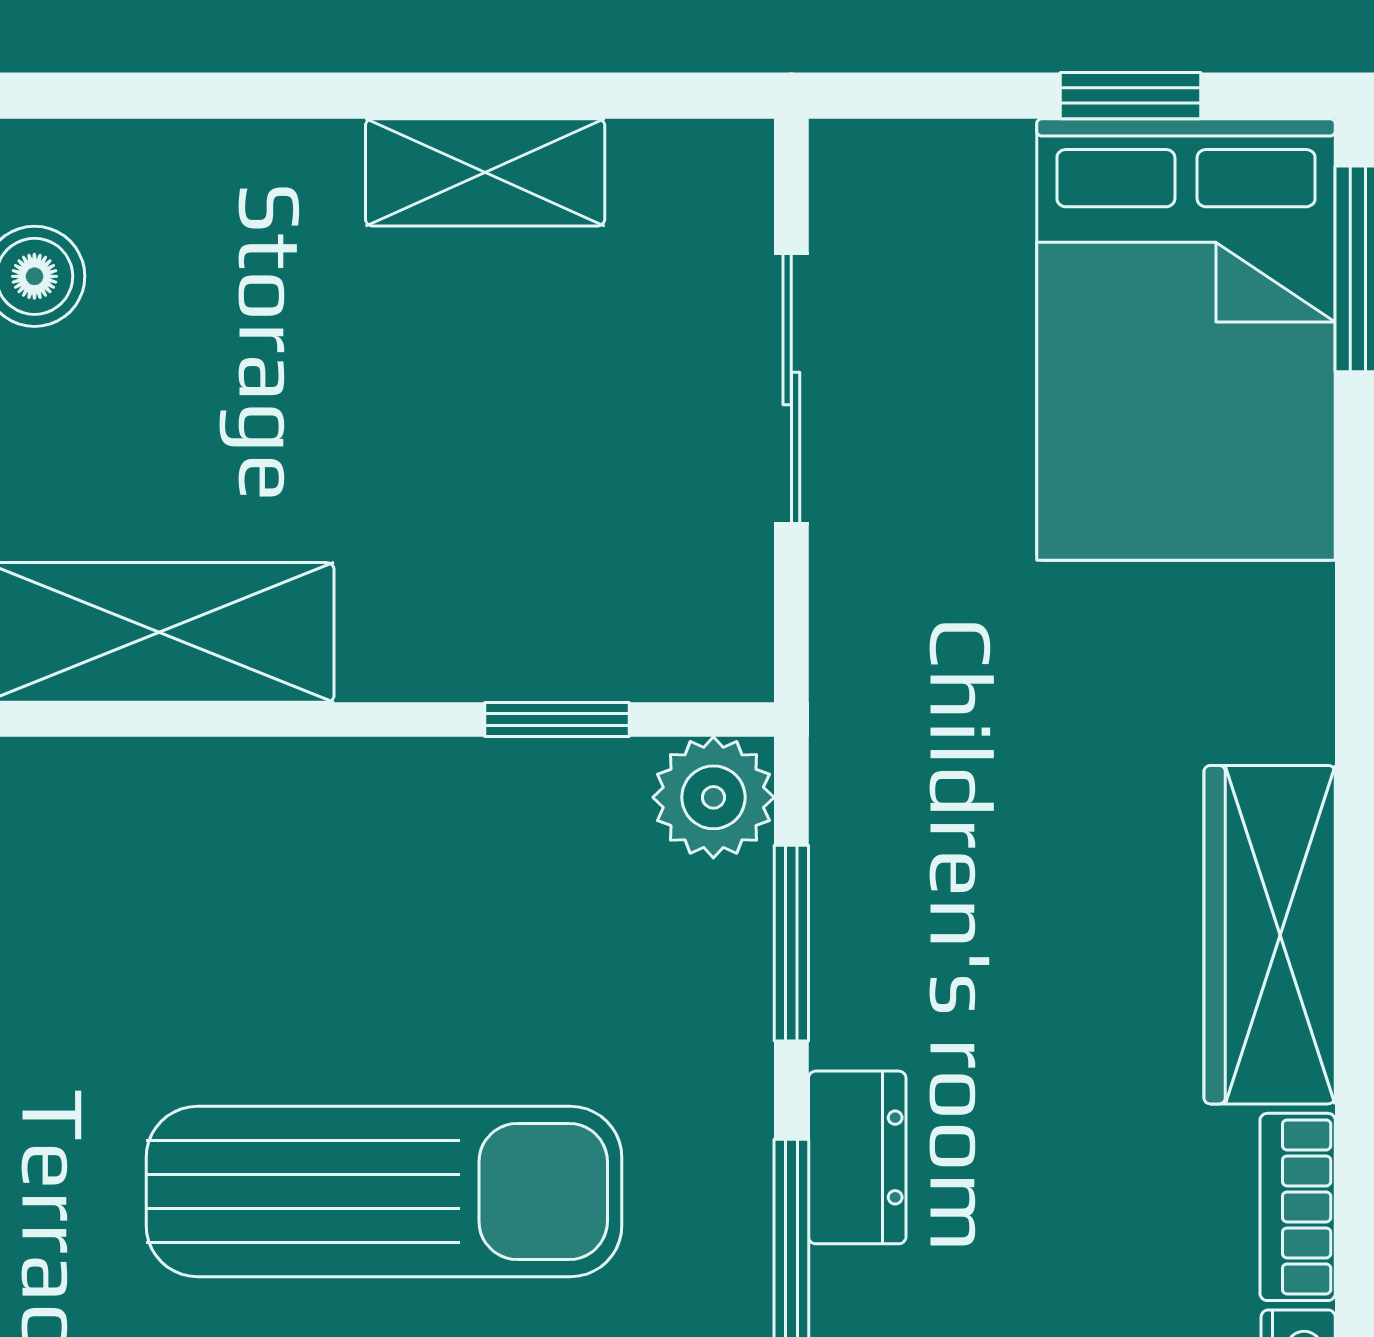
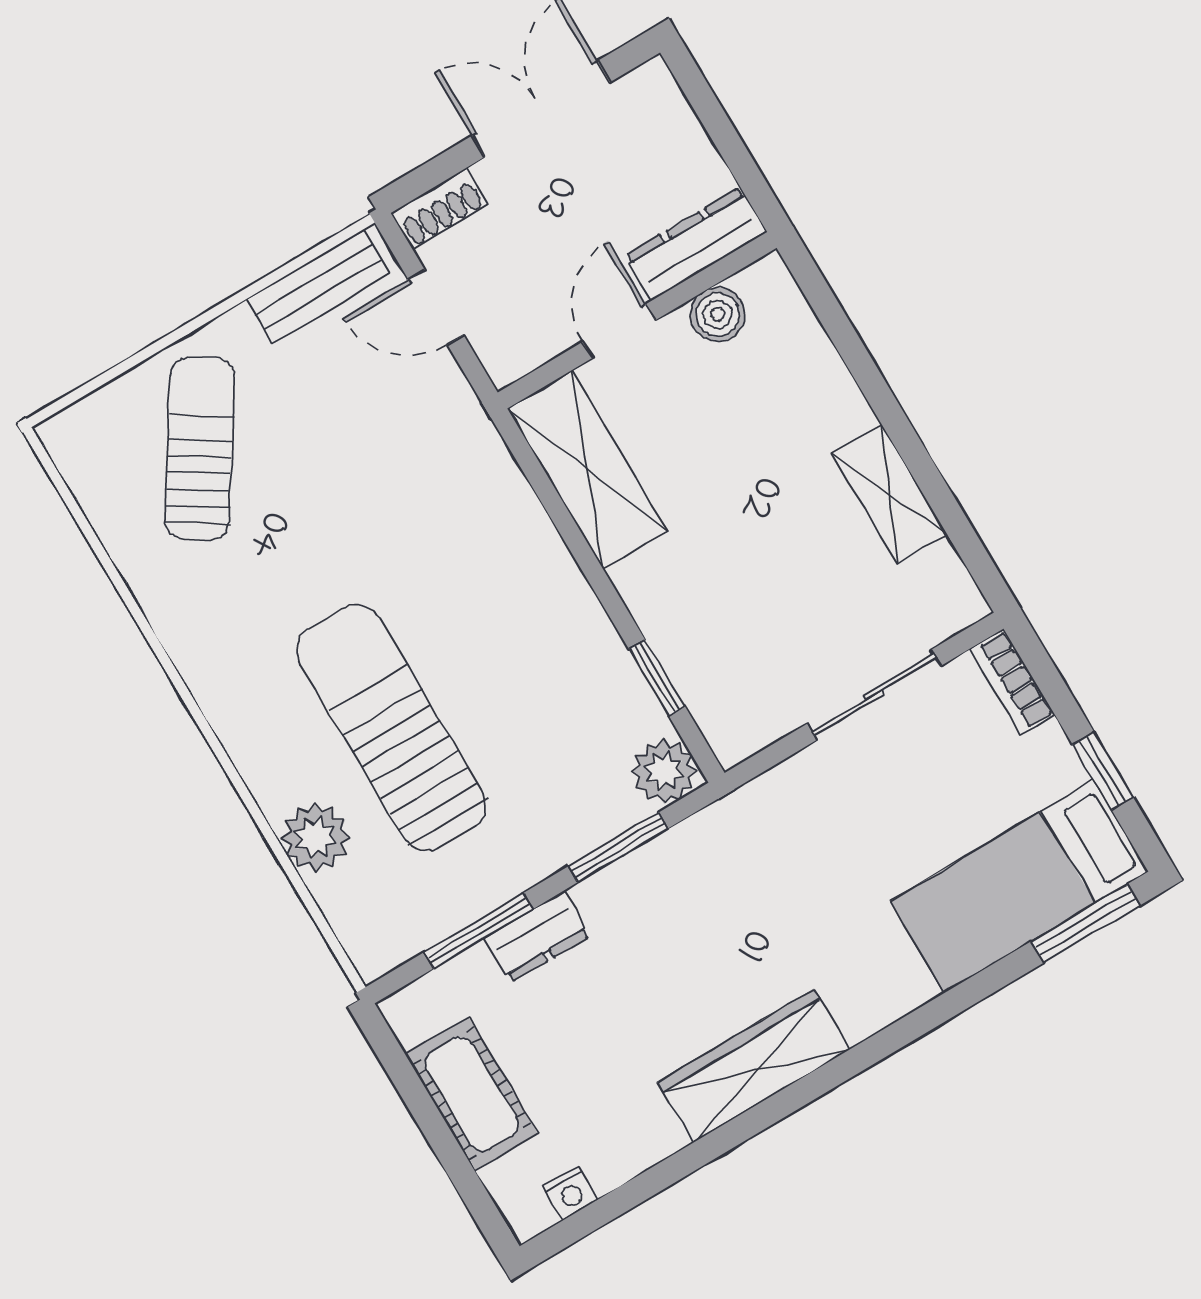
bed: (1186, 339) -> (1019, 886), width x0.67
sun lounger: (384, 1191) -> (391, 728), turned 180
bookcase: (1298, 1207) -> (1012, 682), moved, turned -90

